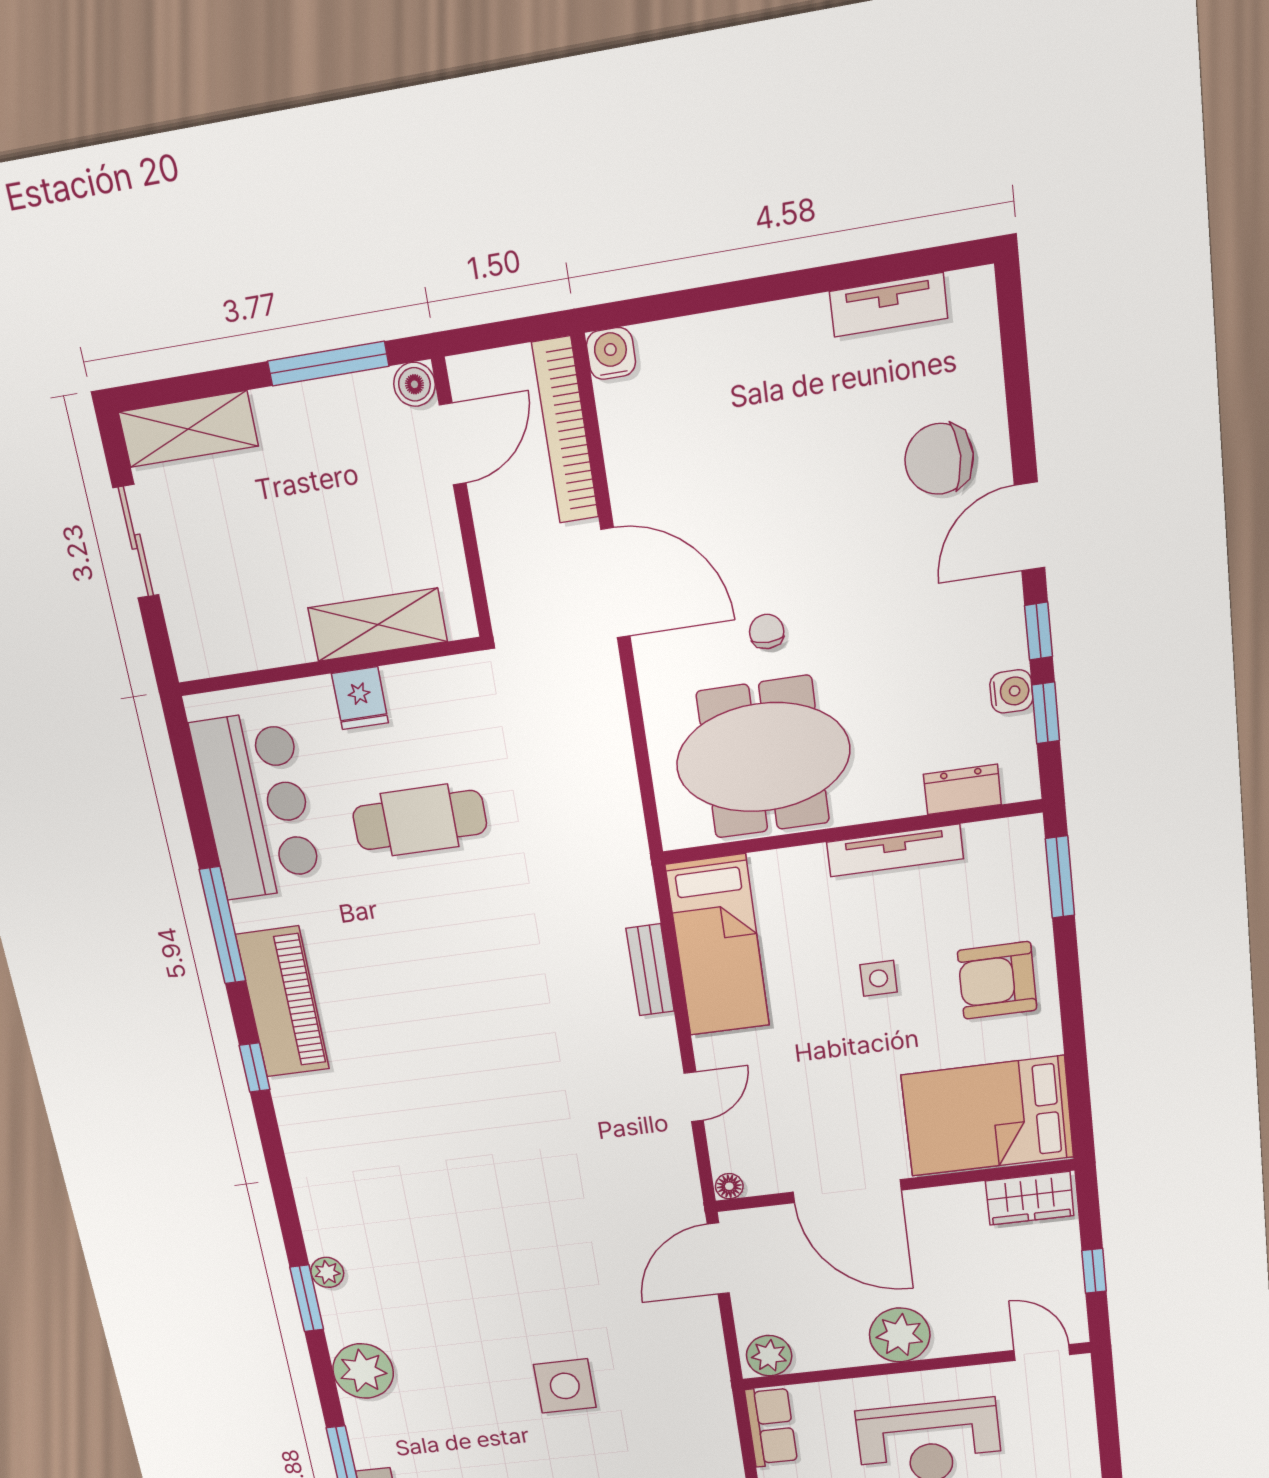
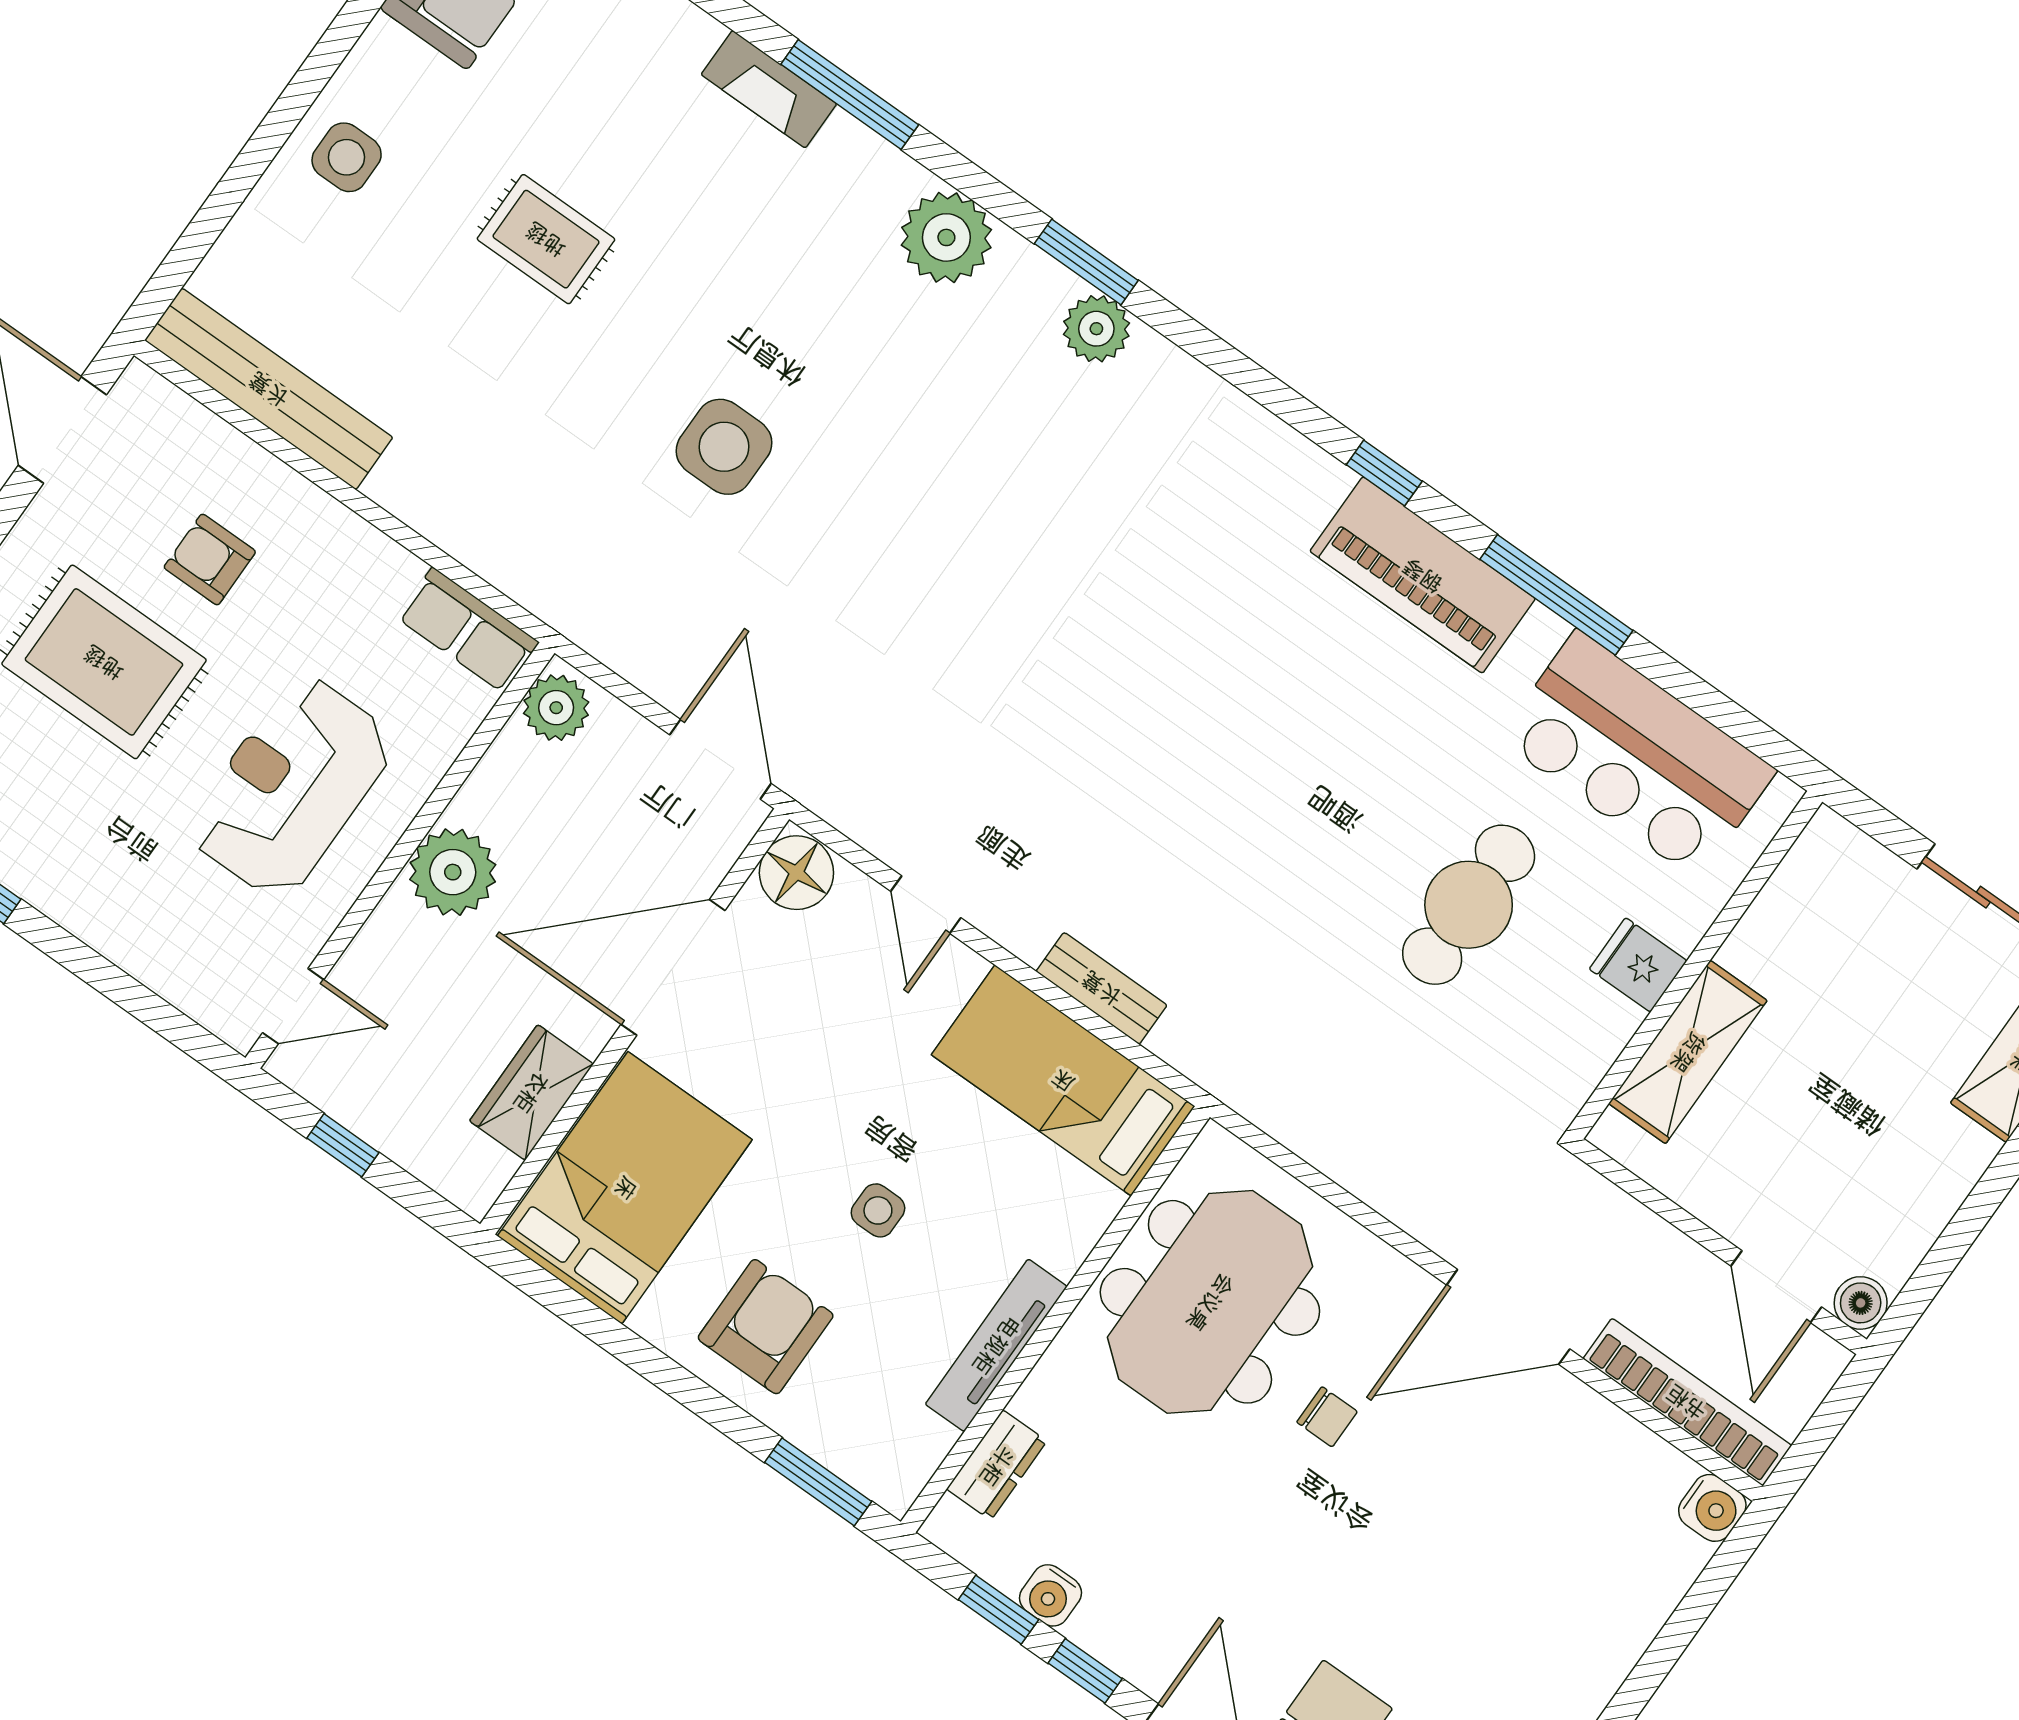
window: (328, 364) -> (1955, 1241), removed
floor lamp: (729, 1186) -> (796, 873), width x1.89, depth x1.89
wardrobe: (1030, 1198) -> (531, 1092), moved
plant: (327, 1272) -> (1096, 329), width x1.38, depth x1.38

